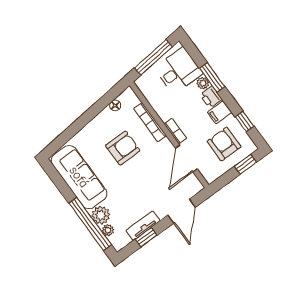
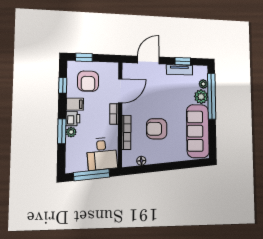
desk: (178, 71) -> (102, 154), moved, turned -96

